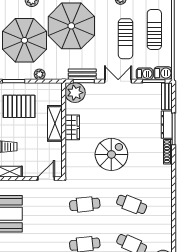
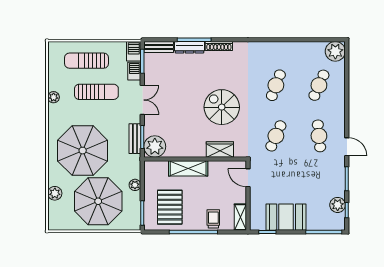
double door: (118, 81) -> (142, 100), swing flipped
wardrobe: (72, 127) -> (220, 150), moved
cafe table: (85, 204) -> (276, 136), turned 30

